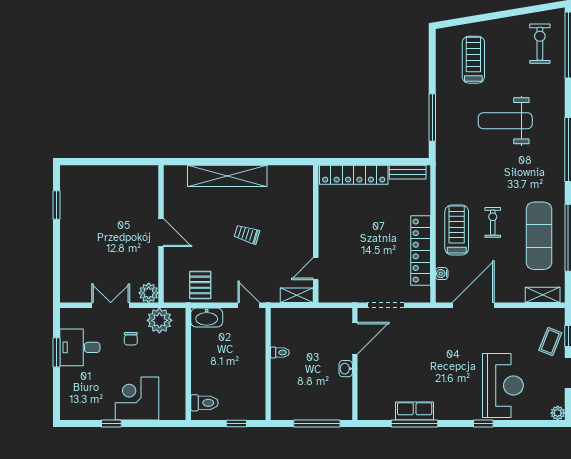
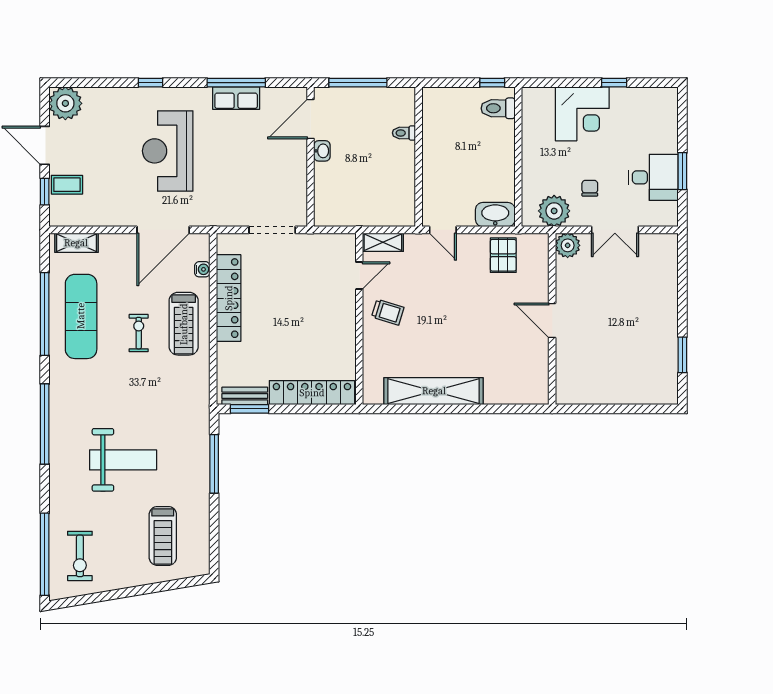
window: (404, 162) -> (250, 409), added
shelving: (227, 176) -> (434, 391), moved
exercise bike: (493, 222) -> (139, 333), turned 180
trolley: (247, 234) -> (388, 312), moved
door: (355, 338) -> (311, 119), moved
coffee table: (550, 342) -> (67, 185), turned 68
toilet: (280, 352) -> (404, 133), moved
reception desk: (503, 385) -> (168, 151), moved
plant: (558, 413) -> (65, 103), width x1.88, depth x1.88
window: (236, 423) -> (492, 83), moved

